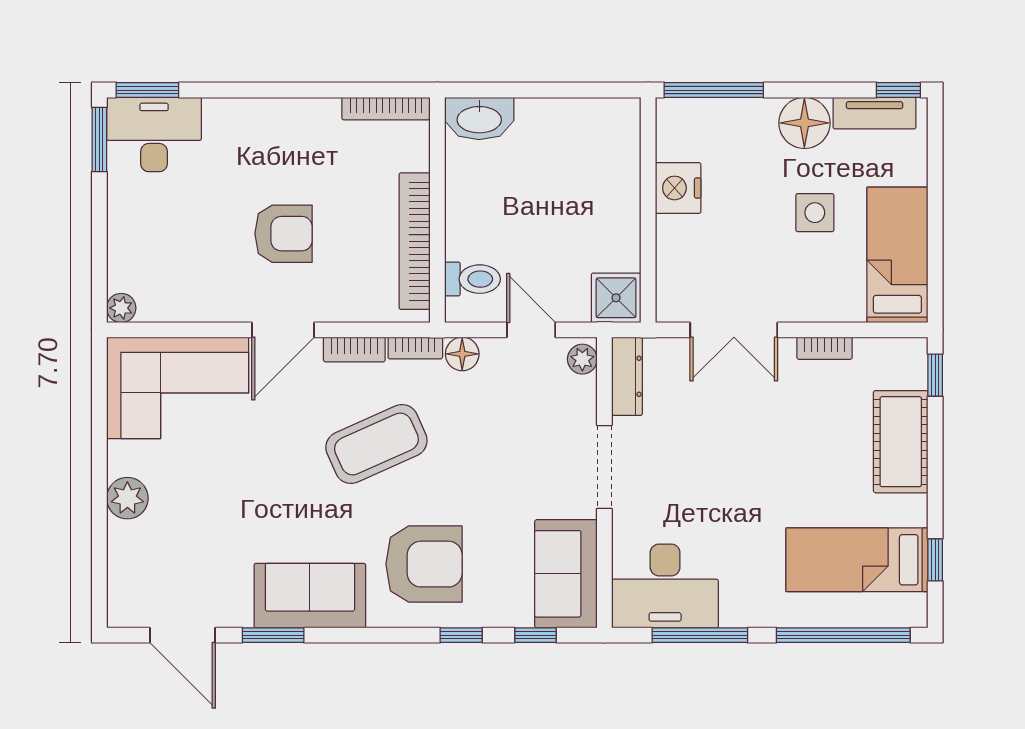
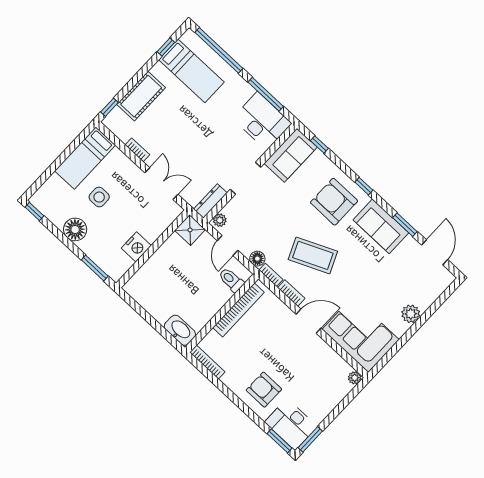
window: (714, 90) -> (95, 268), width x0.69
tv unit: (874, 113) -> (49, 211), removed
armchair: (284, 234) -> (264, 390), moved
window: (461, 635) -> (364, 186), moved

